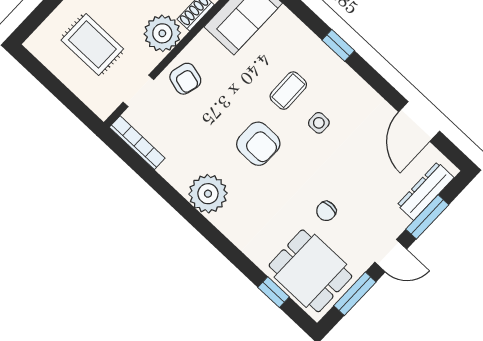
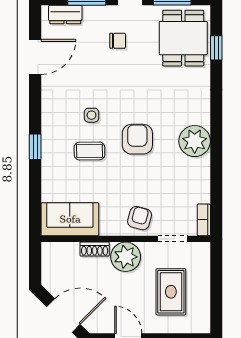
bookcase: (137, 143) -> (204, 220), width x0.64
dresser: (426, 191) -> (65, 15), width x0.70
chair: (326, 211) -> (118, 41), moved

